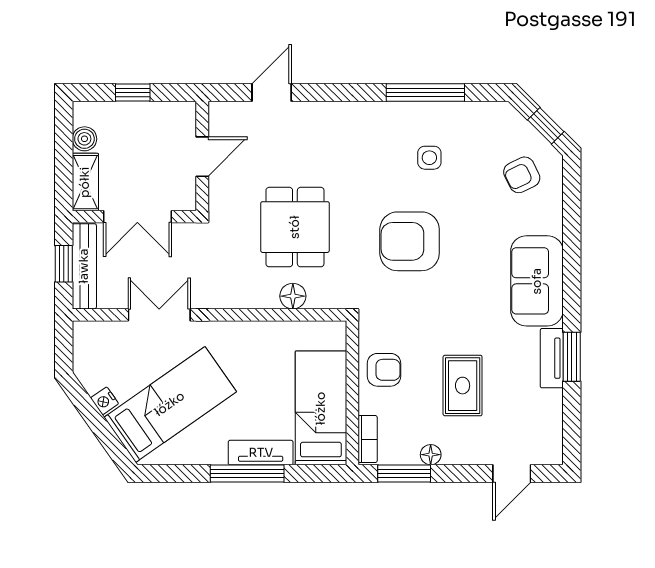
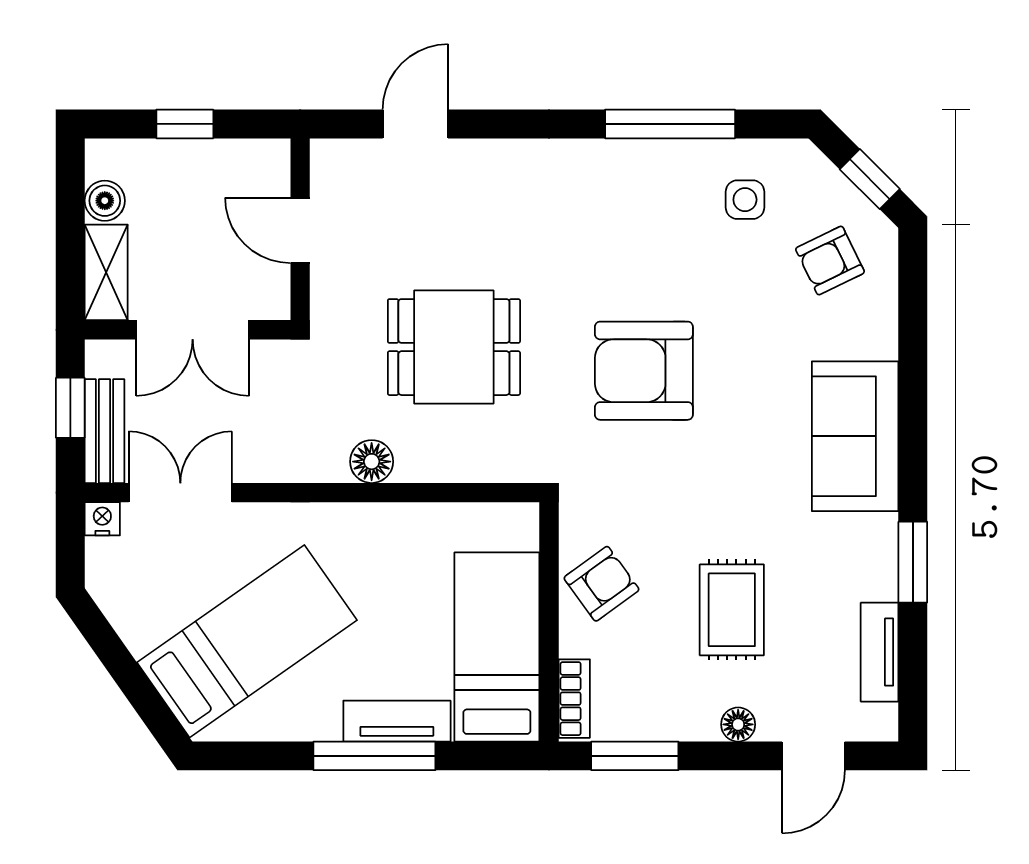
door: (202, 157) -> (300, 230), swing flipped
side table: (429, 158) -> (745, 200), moved
dining table: (295, 227) -> (454, 347), turned 90
bench: (84, 266) -> (105, 431), width x0.73
floor lamp: (293, 296) -> (372, 462), moved
double door: (159, 315) -> (180, 493), moved
tv unit: (552, 358) -> (880, 652), moved
armchair: (384, 370) -> (602, 584), turned -36
nightstand: (105, 401) -> (102, 519), moved, turned 125
floor lamp: (431, 455) -> (738, 724), moved

